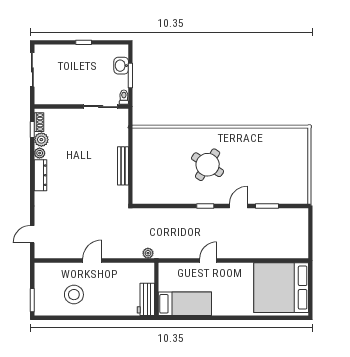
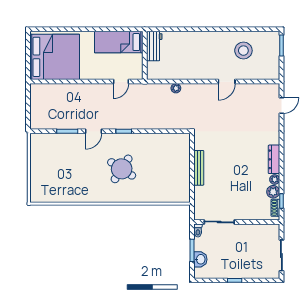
wall: (156, 289) -> (145, 55), moved
workbench: (146, 299) -> (154, 46), moved
bed: (185, 304) -> (119, 42), moved

